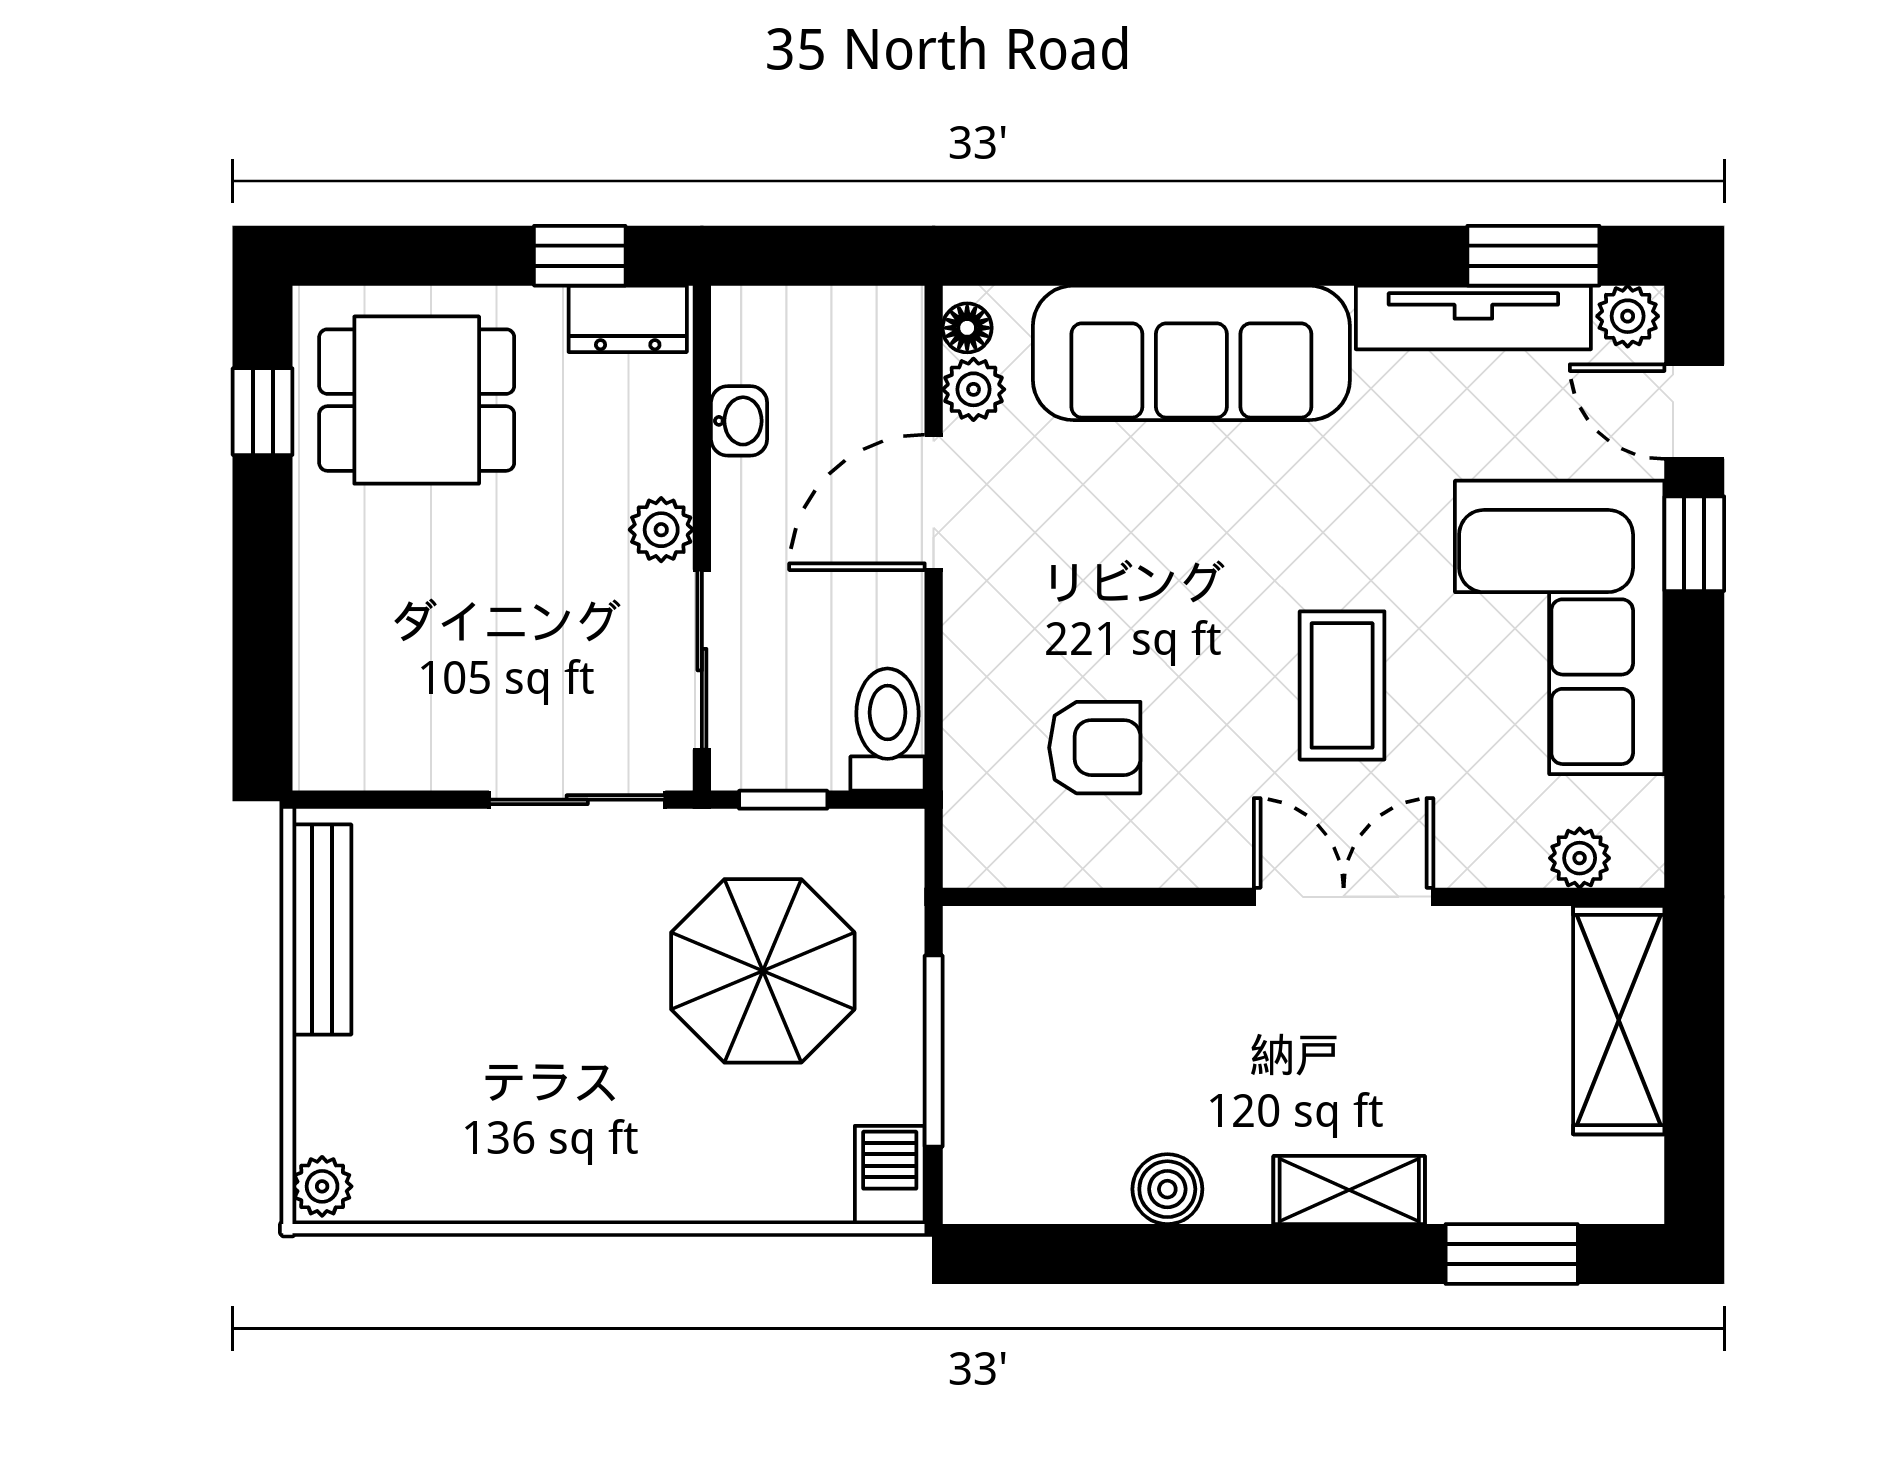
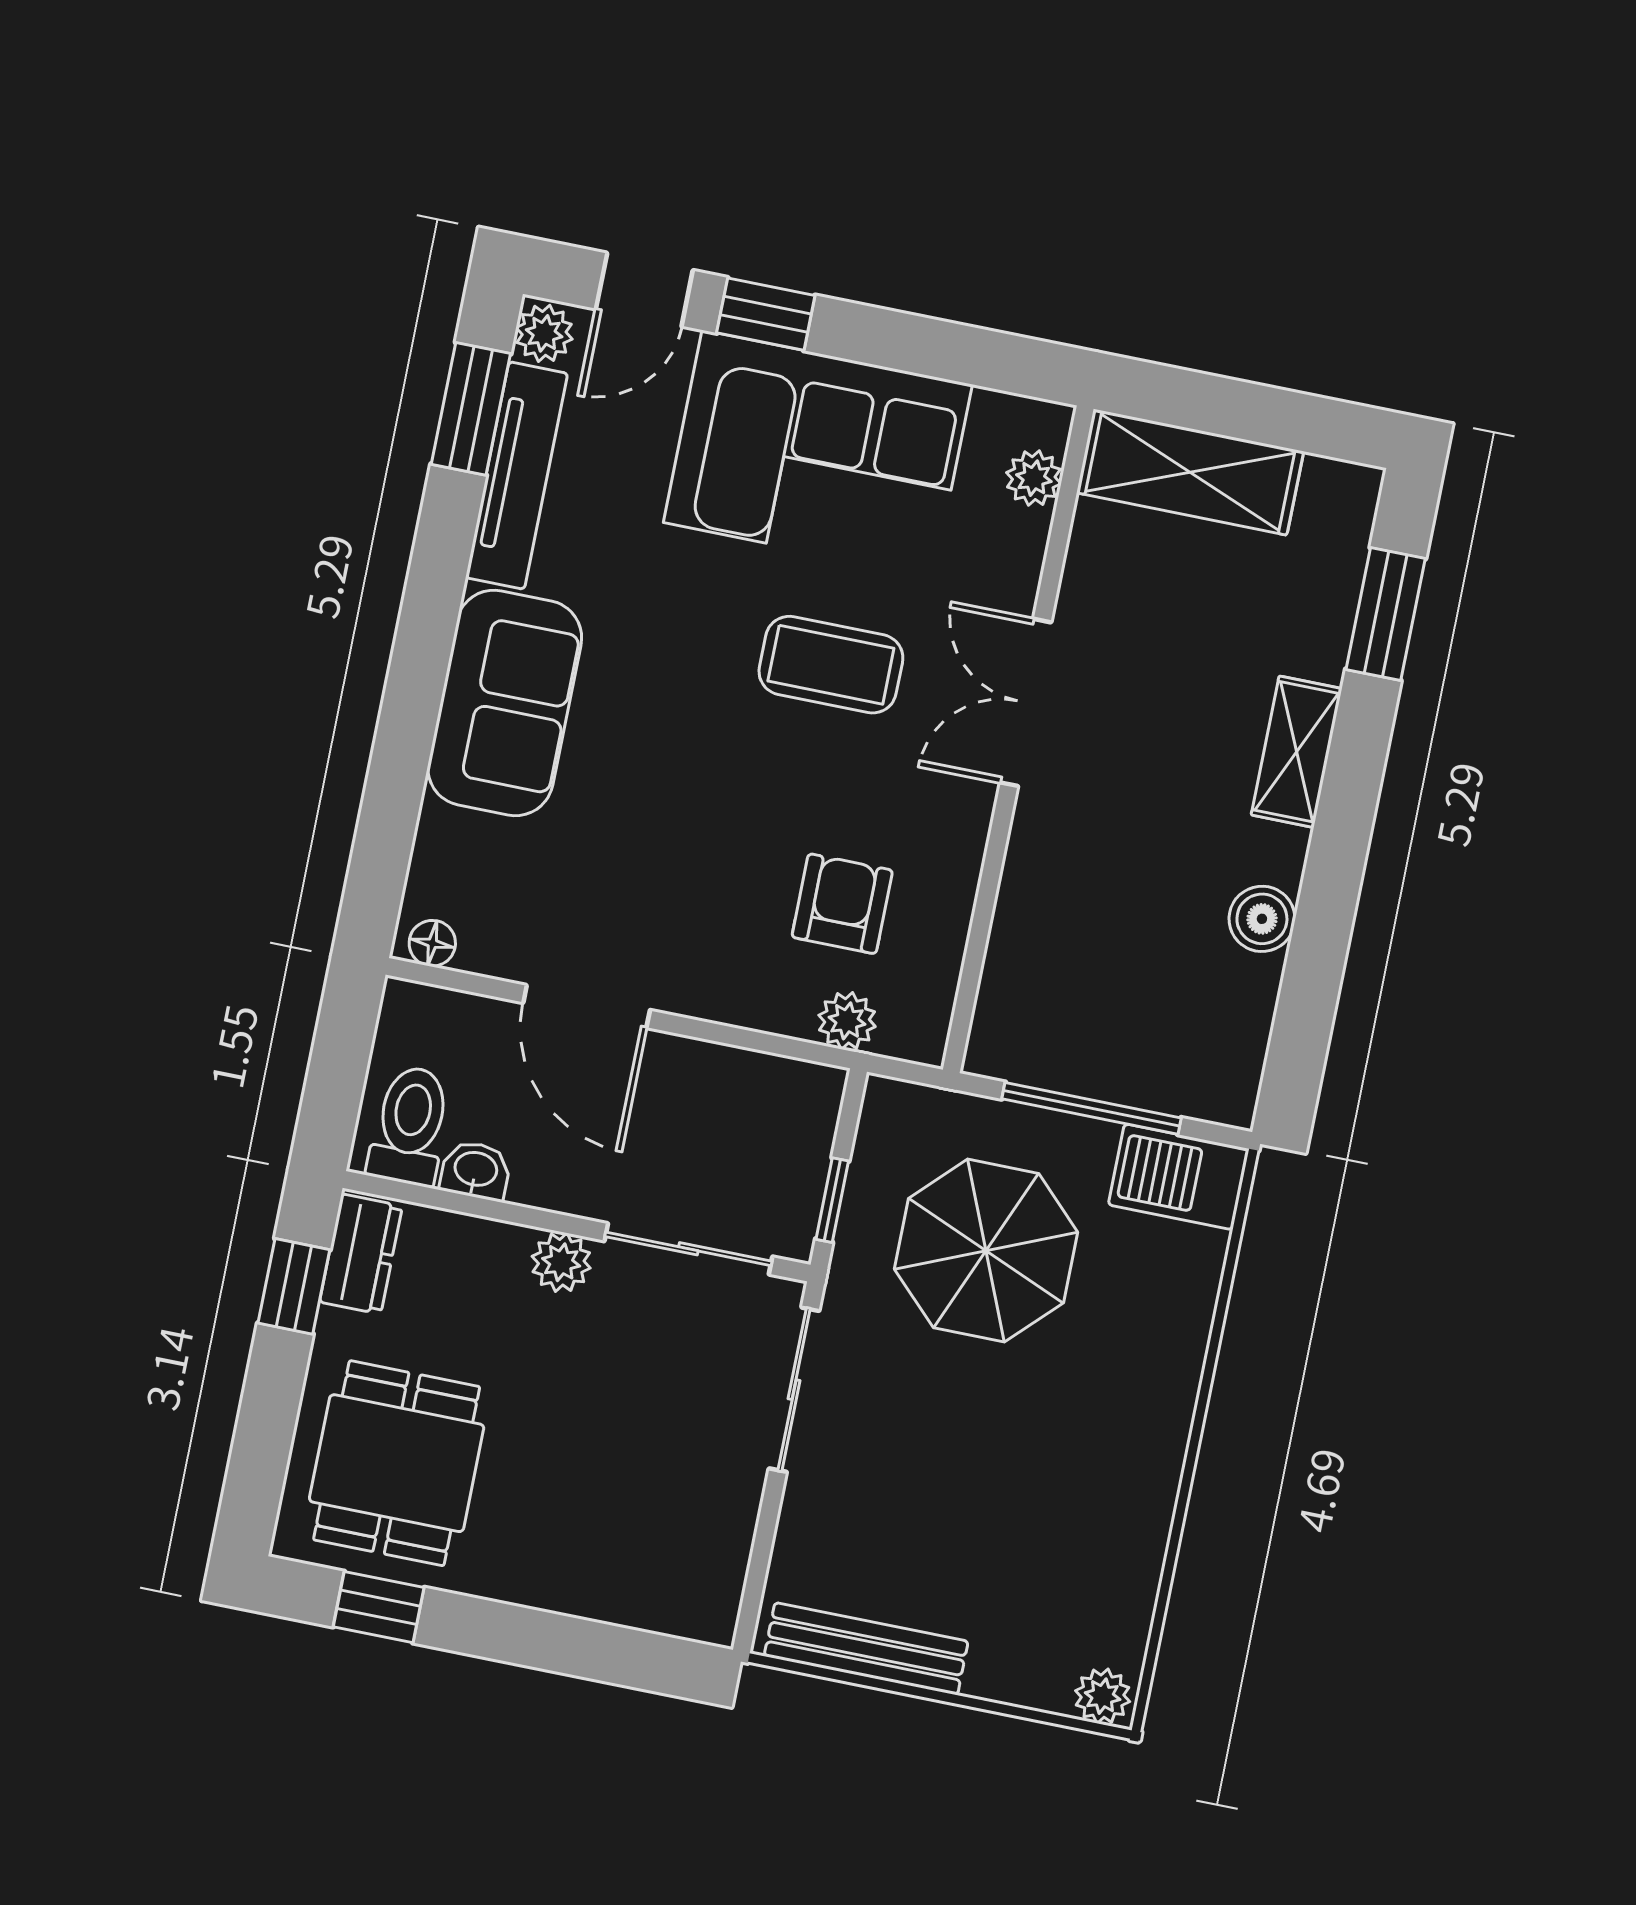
sofa: (1191, 353) -> (505, 703), width x0.73
plant: (973, 389) -> (847, 1021), moved
toilet: (888, 730) -> (410, 1126), moved, turned 90
barbecue: (890, 1175) -> (1179, 1177), width x1.38, depth x1.27

